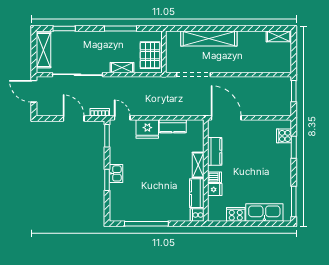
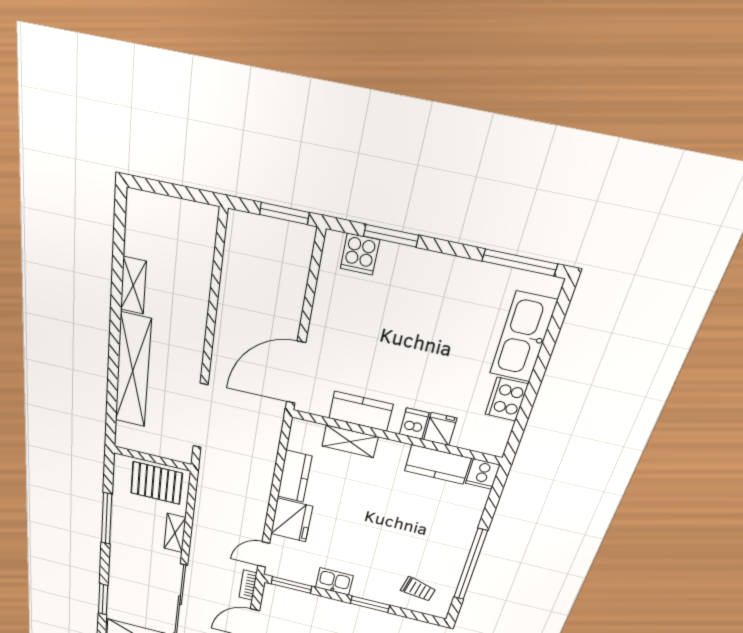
shelving: (279, 36) -> (133, 285), moved
window: (294, 91) -> (284, 213), moved
shelving: (198, 165) -> (350, 441), moved
kitchen sink: (116, 173) -> (334, 581), moved
trolley: (124, 202) -> (418, 589), added

